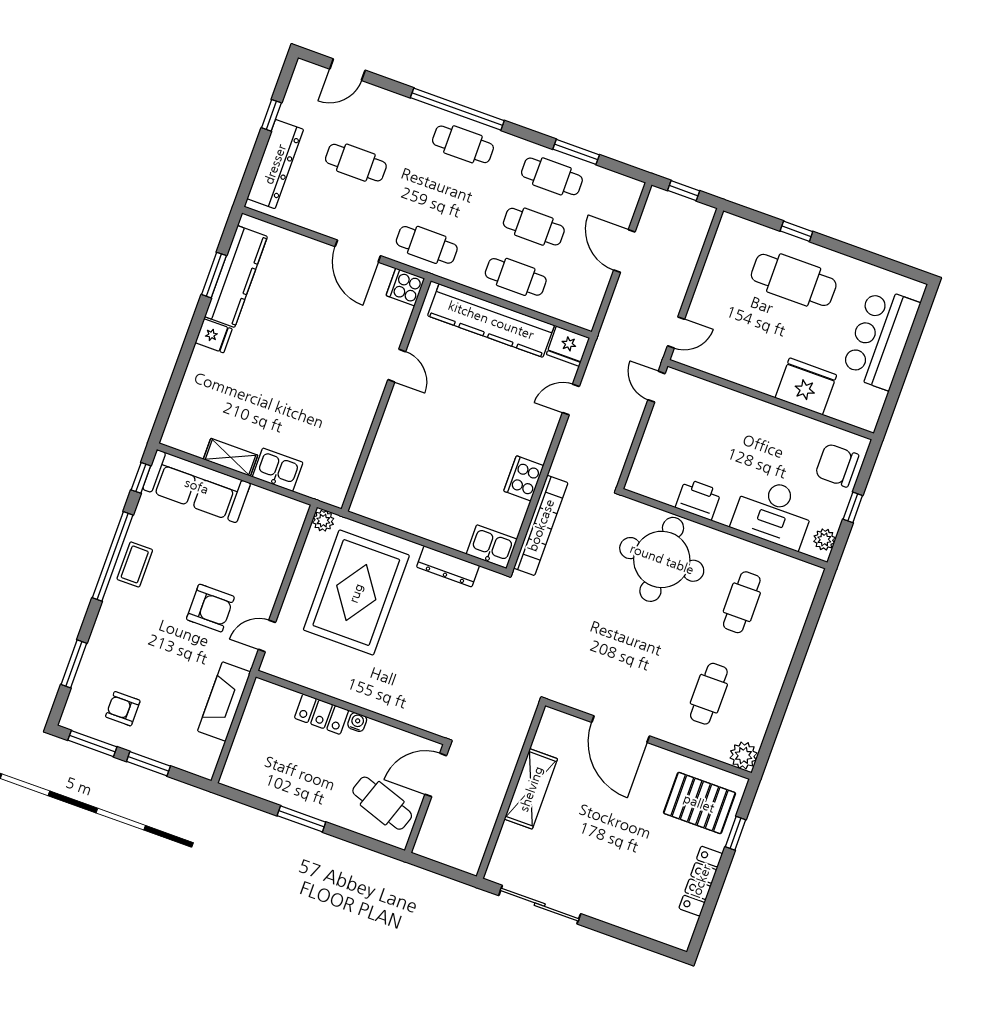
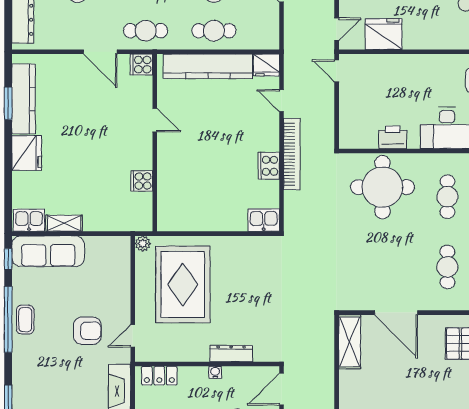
fridge: (214, 336) -> (27, 153), width x1.88, depth x1.34
fridge: (806, 386) -> (384, 34), moved
door: (571, 400) -> (282, 101), hinge flipped
cooker: (351, 439) -> (142, 181), added
kitchen sink: (278, 470) -> (29, 220), moved
bookcase: (541, 525) -> (292, 154), moved
dresser: (448, 566) -> (231, 354), moved, turned 180
locker: (322, 714) -> (159, 376), moved
shelving: (531, 789) -> (350, 342), moved

